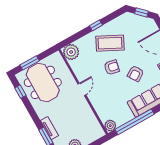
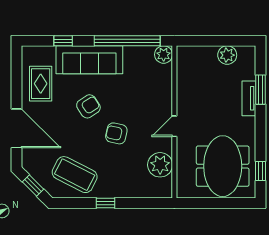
coffee table: (110, 43) -> (75, 175), moved
plant: (71, 52) -> (160, 165), moved
window: (30, 63) -> (225, 203), removed

